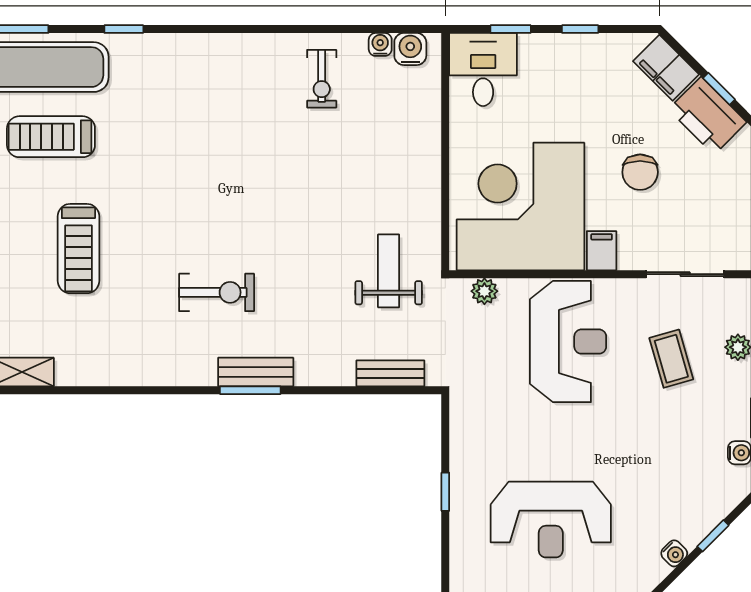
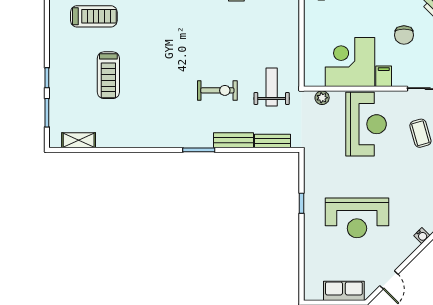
treadmill: (51, 137) -> (94, 16), turned 180
corner desk: (521, 207) -> (350, 62), width x0.74, depth x0.74
exercise bike: (217, 292) -> (217, 90), moved
bench: (256, 372) -> (233, 140), moved

